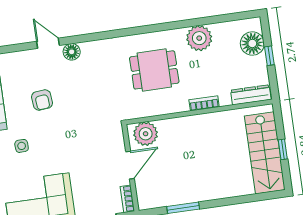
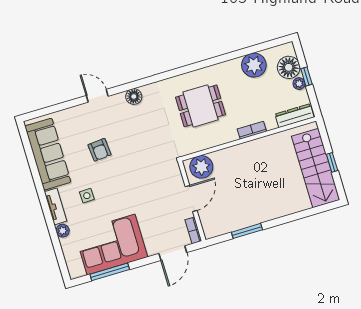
plant: (199, 38) -> (254, 65), moved
floor lamp: (72, 52) -> (134, 97), moved
plant: (261, 62) -> (299, 84), added

